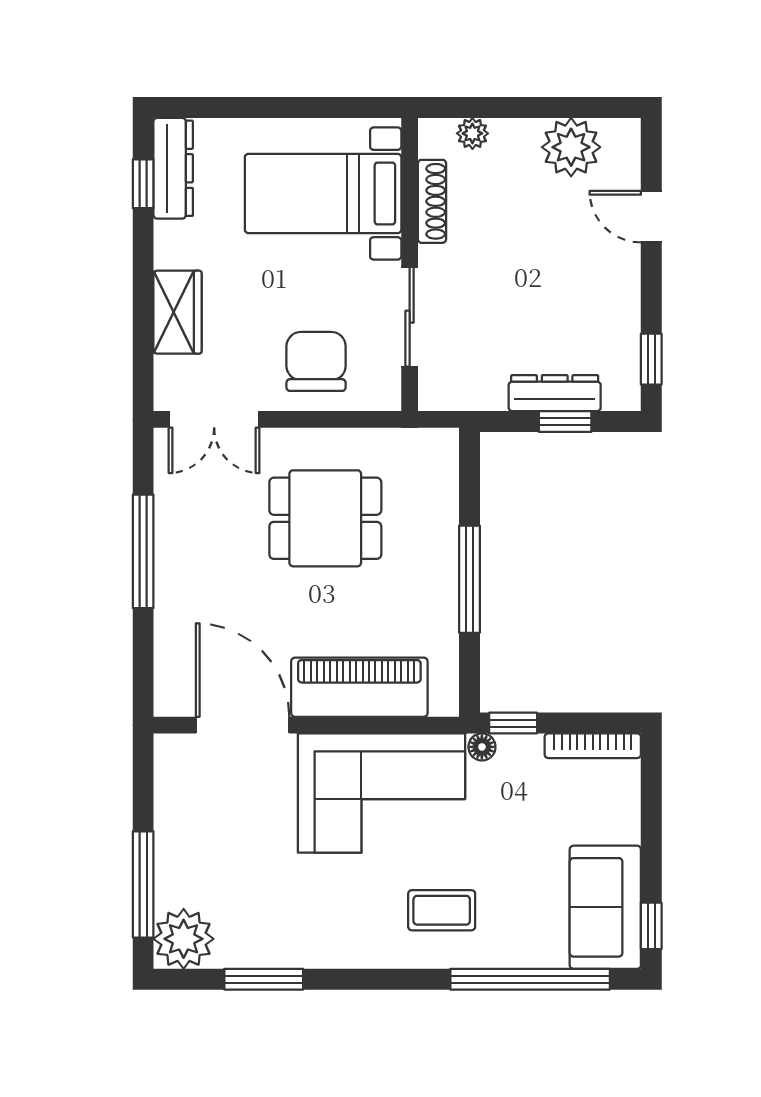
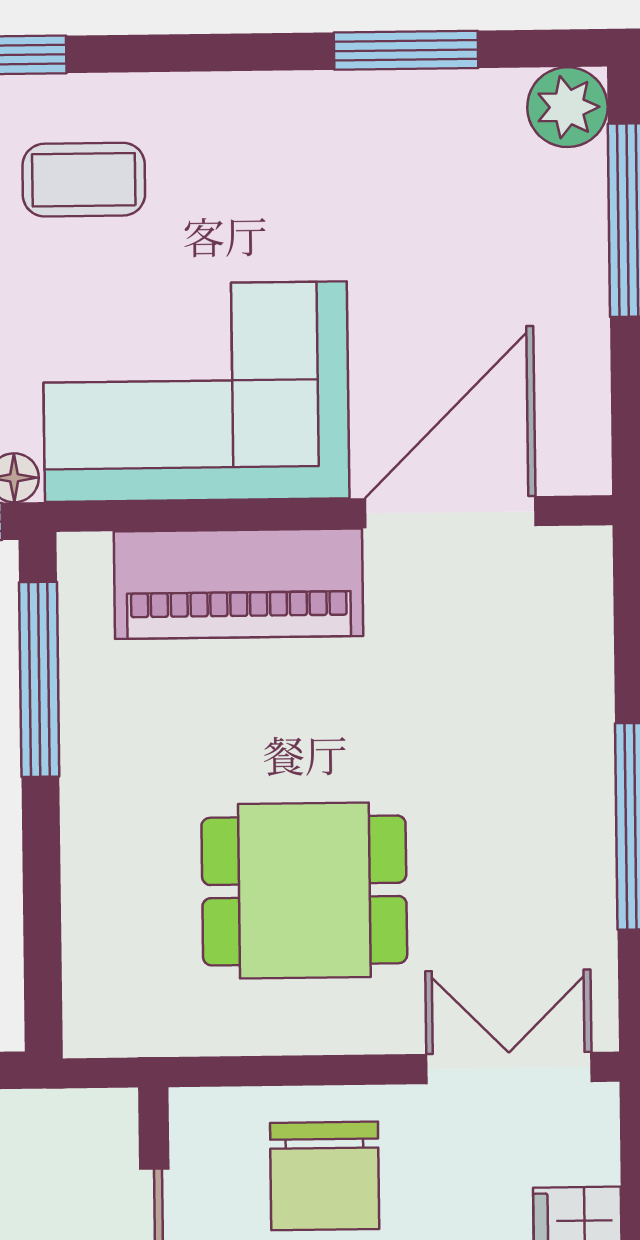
window: (469, 579) -> (39, 679), moved
door: (243, 725) -> (450, 512), swing flipped
plant: (184, 939) -> (567, 107), width x0.73, depth x0.73

